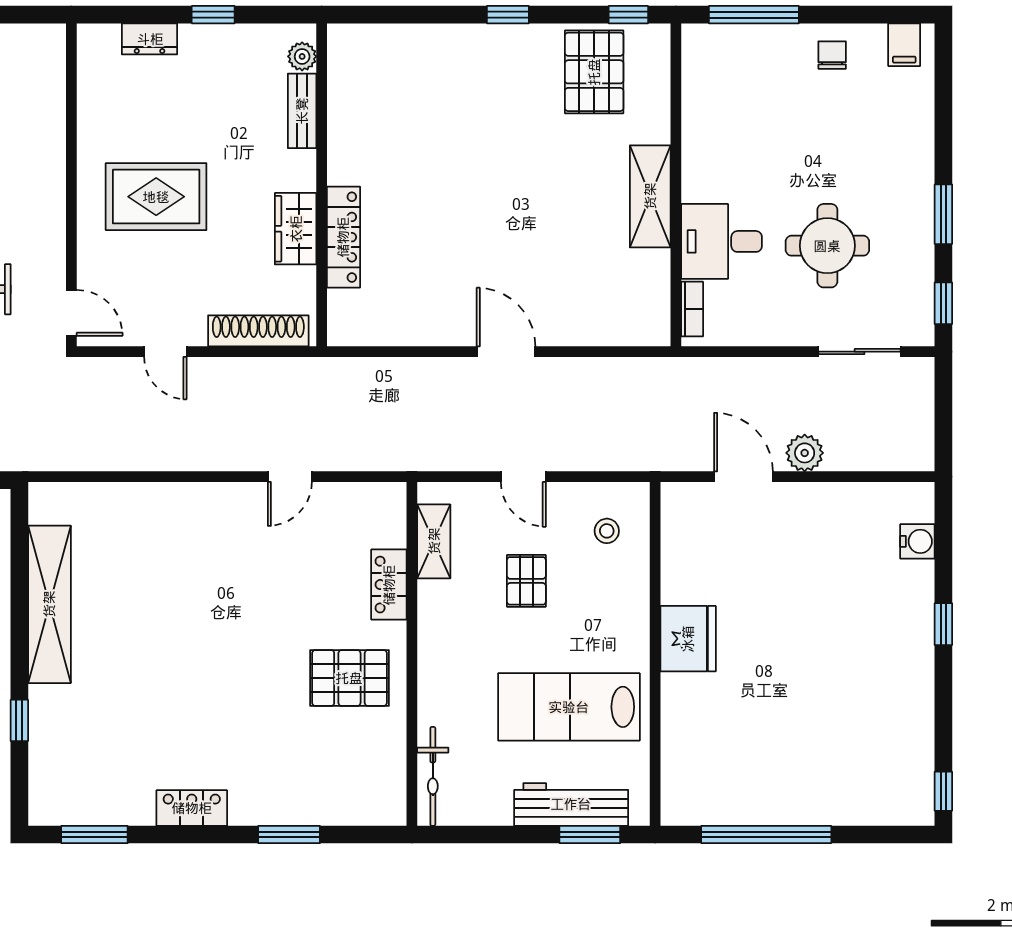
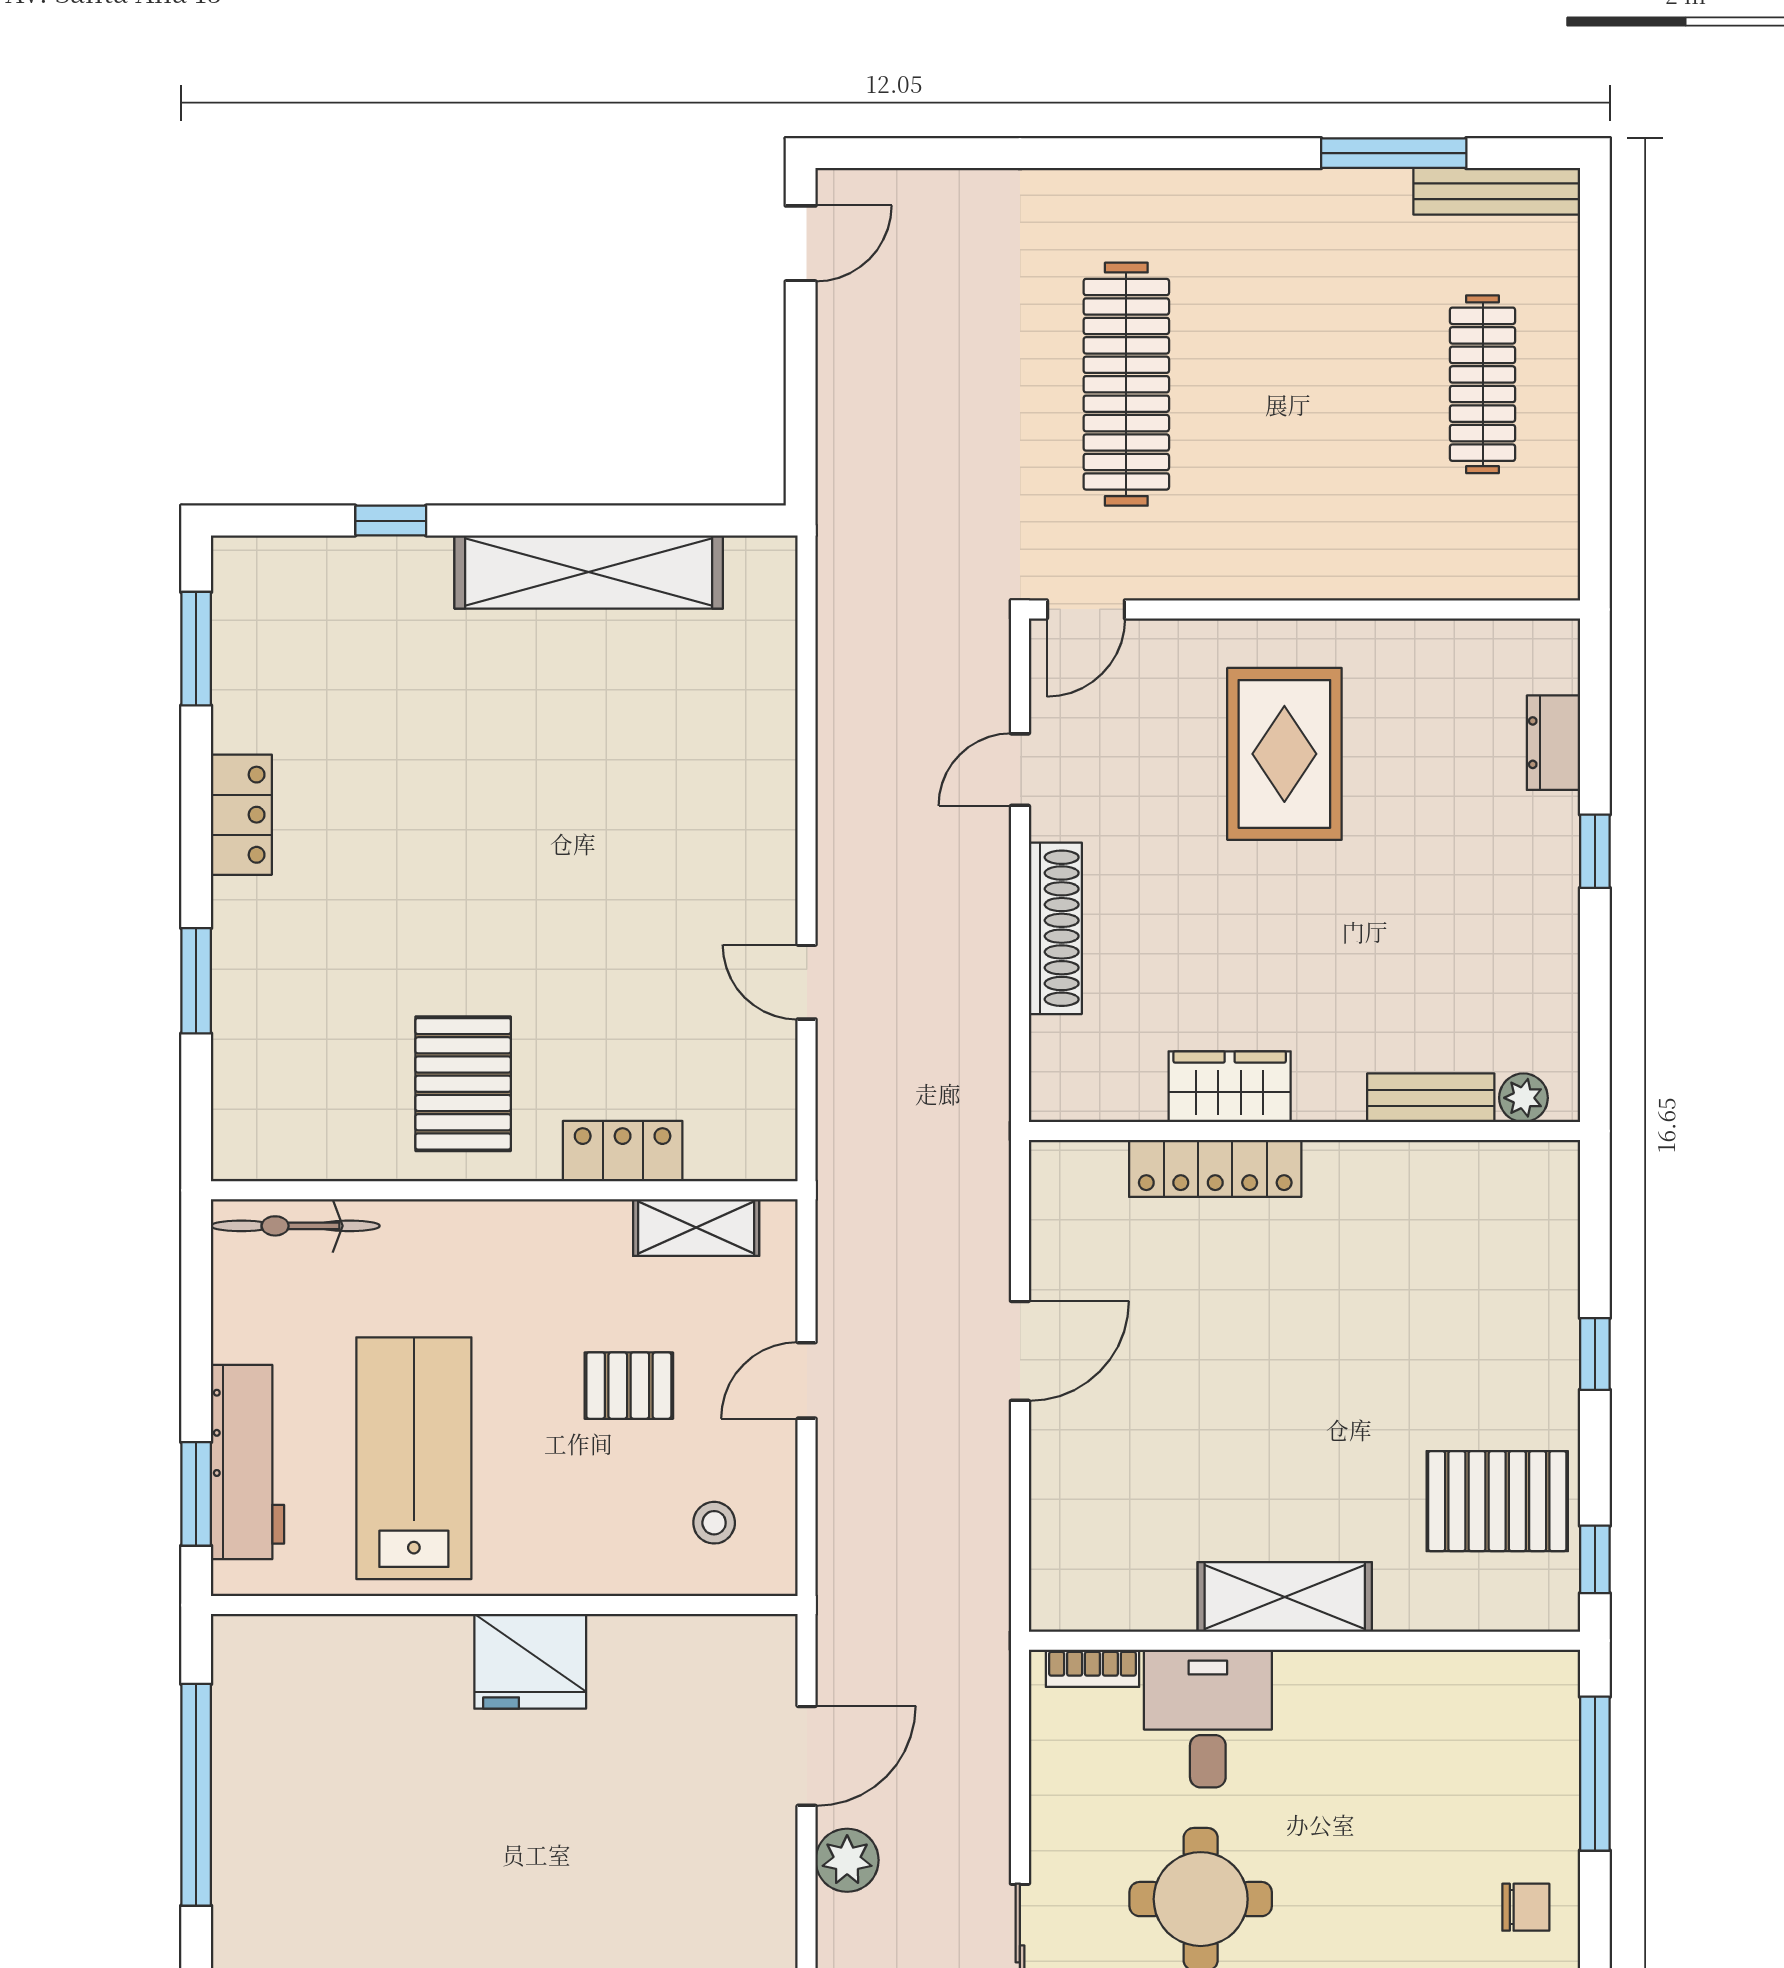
plant: (302, 56) -> (1523, 1098), moved
bench: (302, 111) -> (1431, 1098), moved
wall: (322, 185) -> (1304, 1131), moved
wardrobe: (296, 229) -> (1230, 1087), moved
locker: (343, 237) -> (1215, 1168), moved

